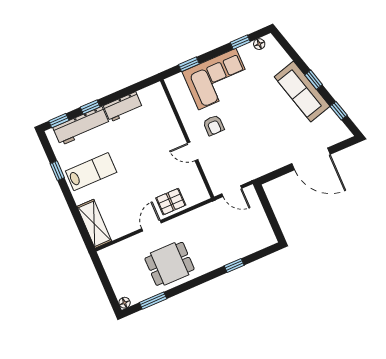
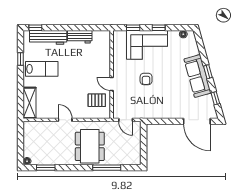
window: (240, 42) -> (159, 28), moved
window: (90, 107) -> (59, 28), removed
armchair: (214, 125) -> (146, 79), moved
door: (311, 159) -> (197, 121), moved
pallet: (171, 202) -> (97, 100), moved
door: (152, 226) -> (65, 120), hinge flipped
dining table: (170, 264) -> (90, 146), moved, width x1.38
window: (234, 265) -> (107, 168), width x2.17

